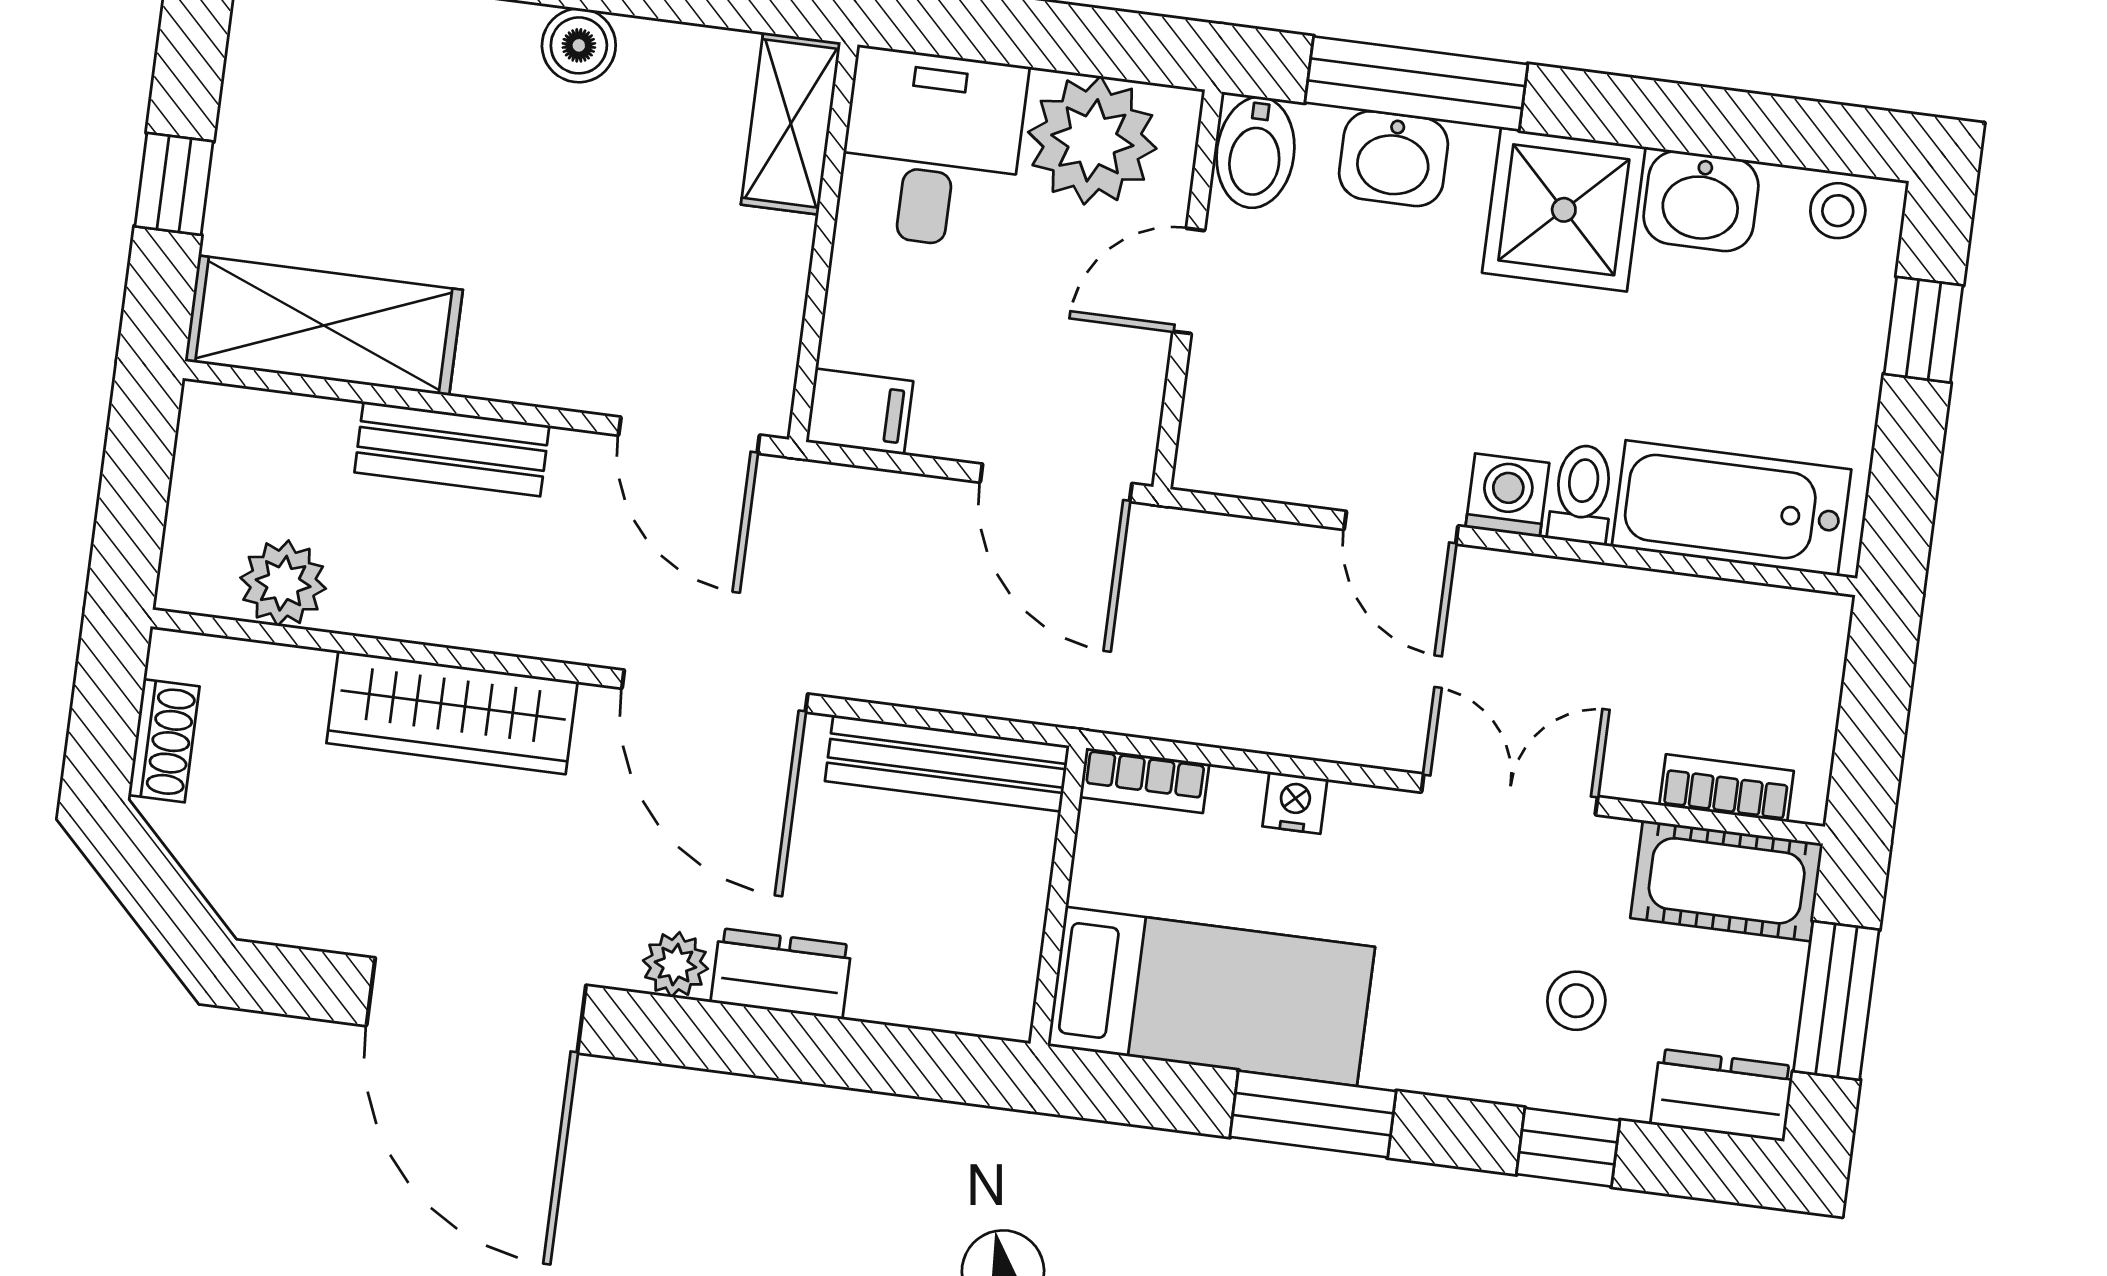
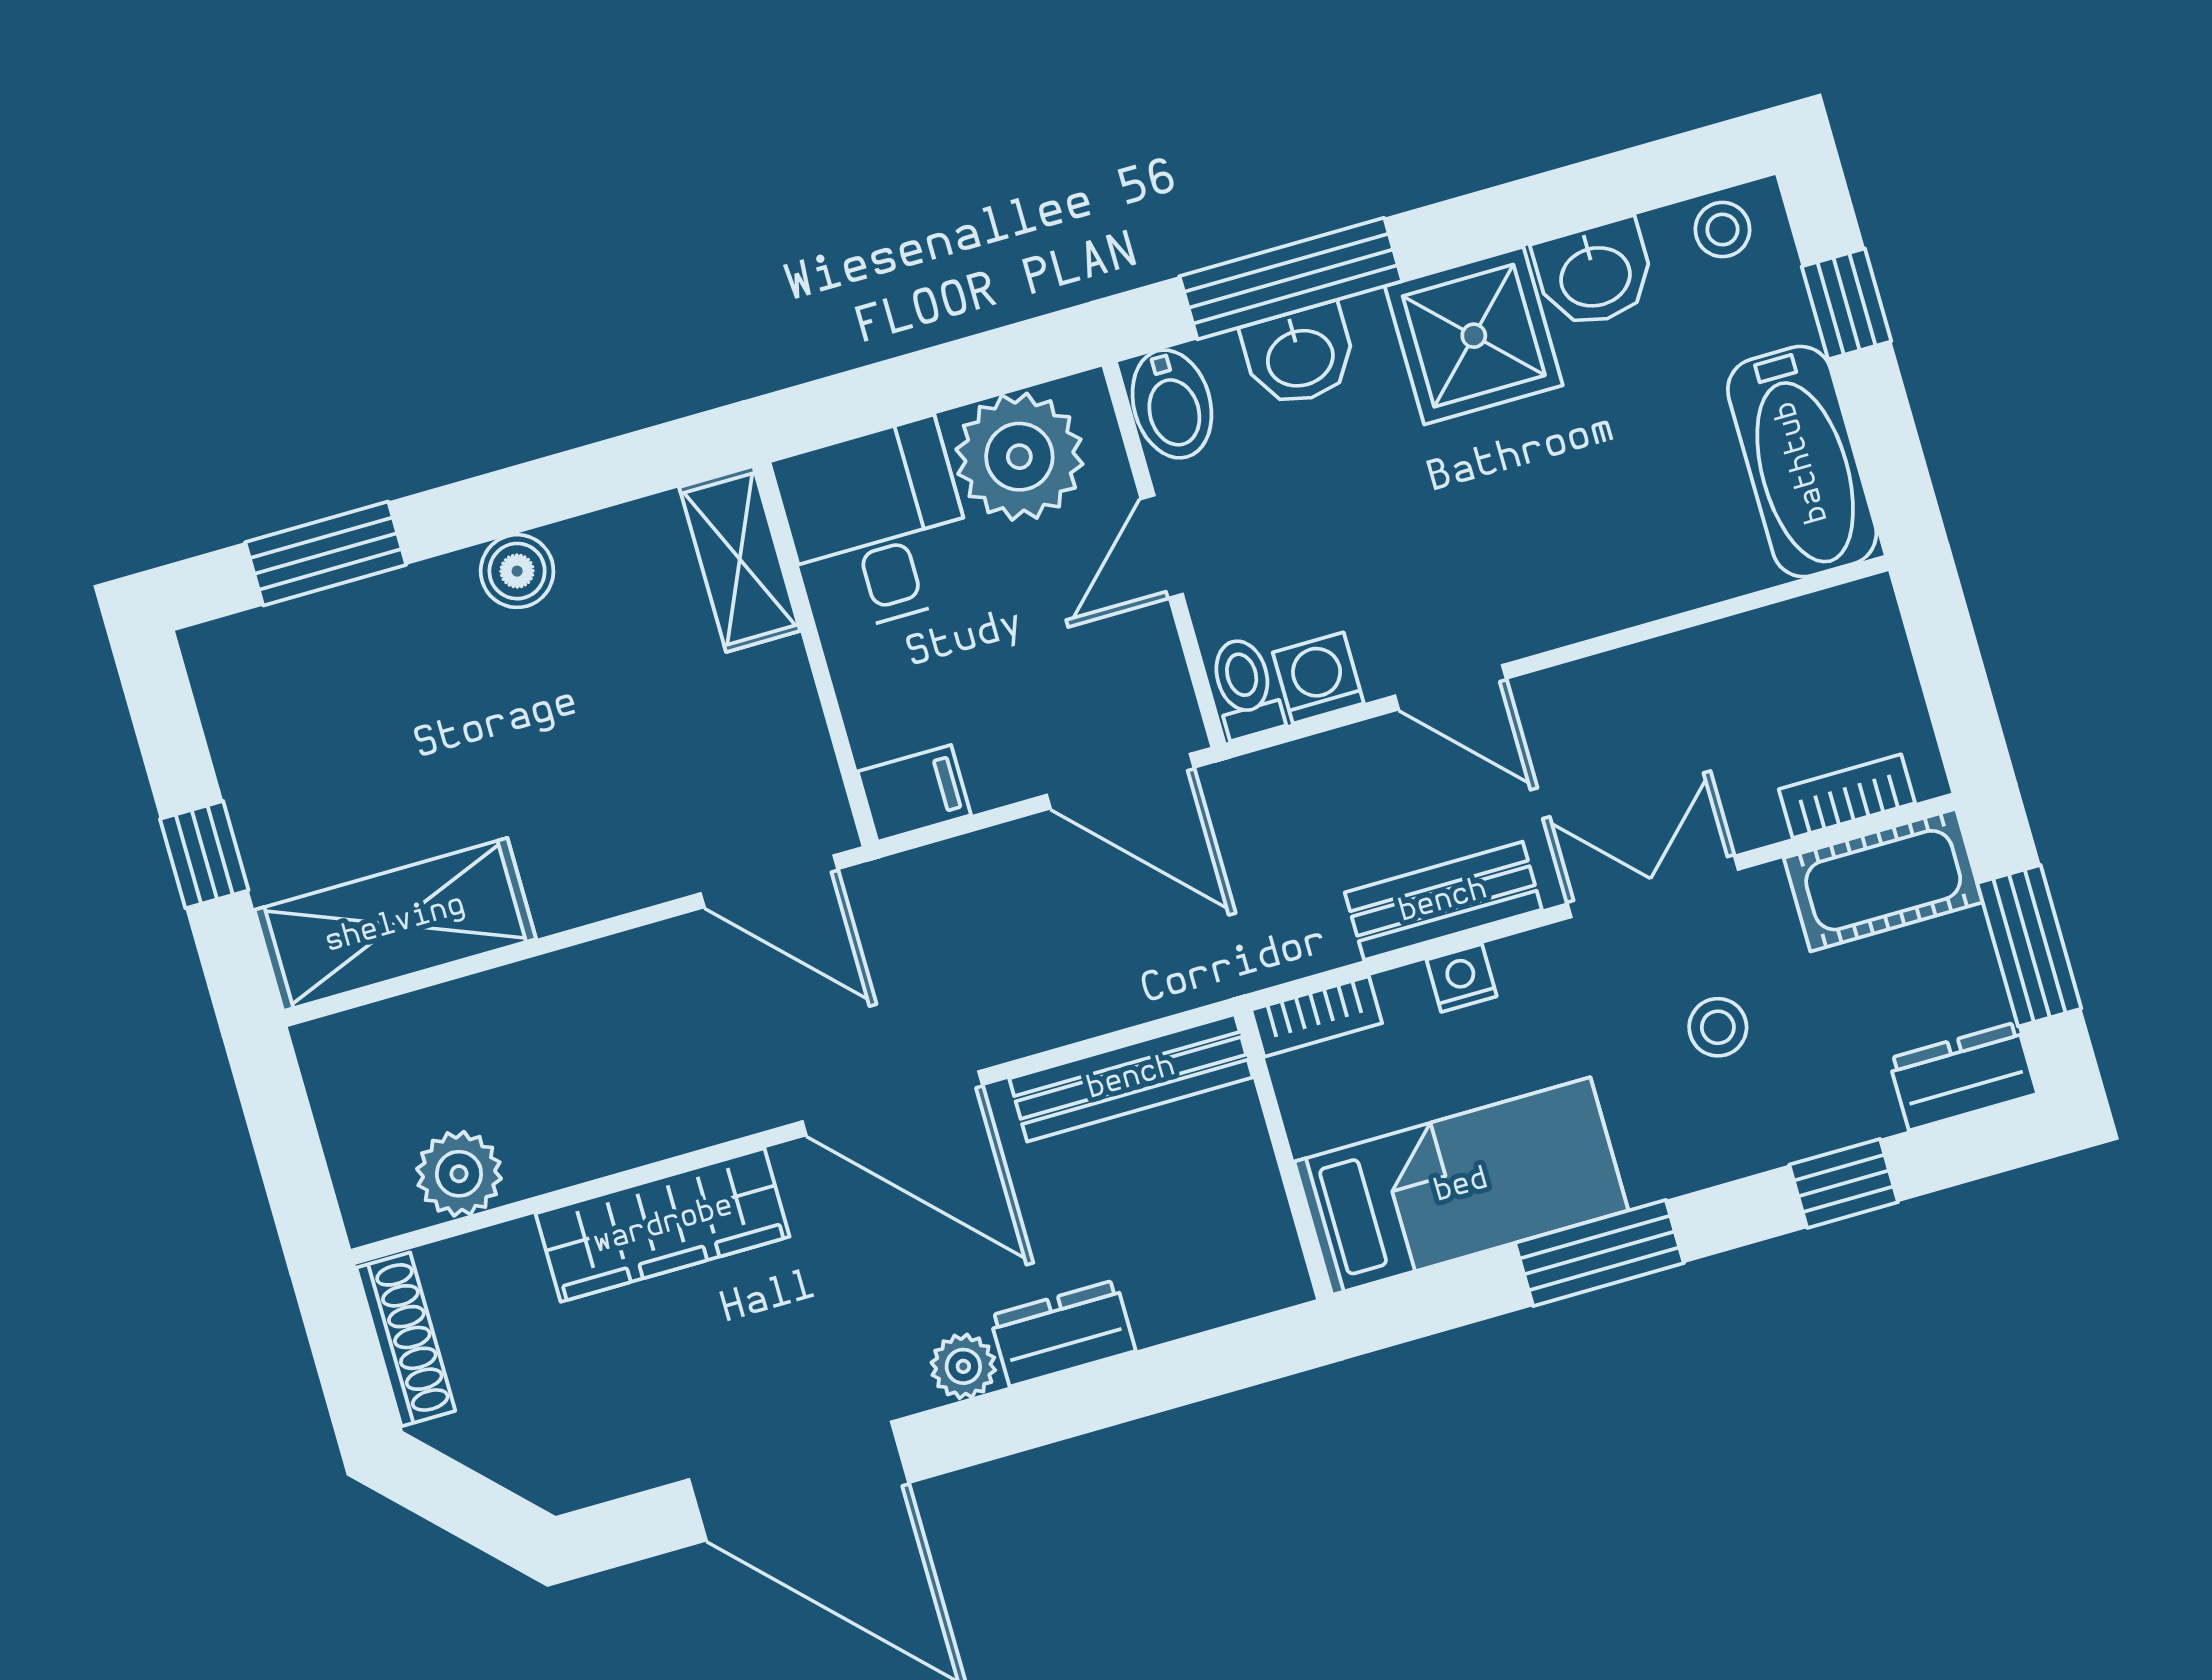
bench: (452, 449) -> (1443, 901), moved
toilet: (1582, 494) -> (1245, 688), moved
washing machine: (1507, 495) -> (1318, 678), moved
bathtub: (1732, 508) -> (1802, 462), moved, turned -90
shoe rack: (164, 741) -> (406, 1339), width x1.43
stool: (1576, 1001) -> (1718, 1027), moved

